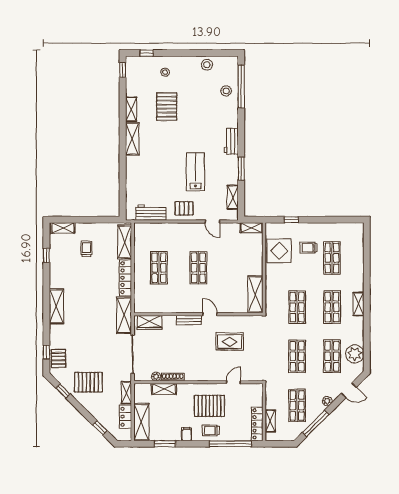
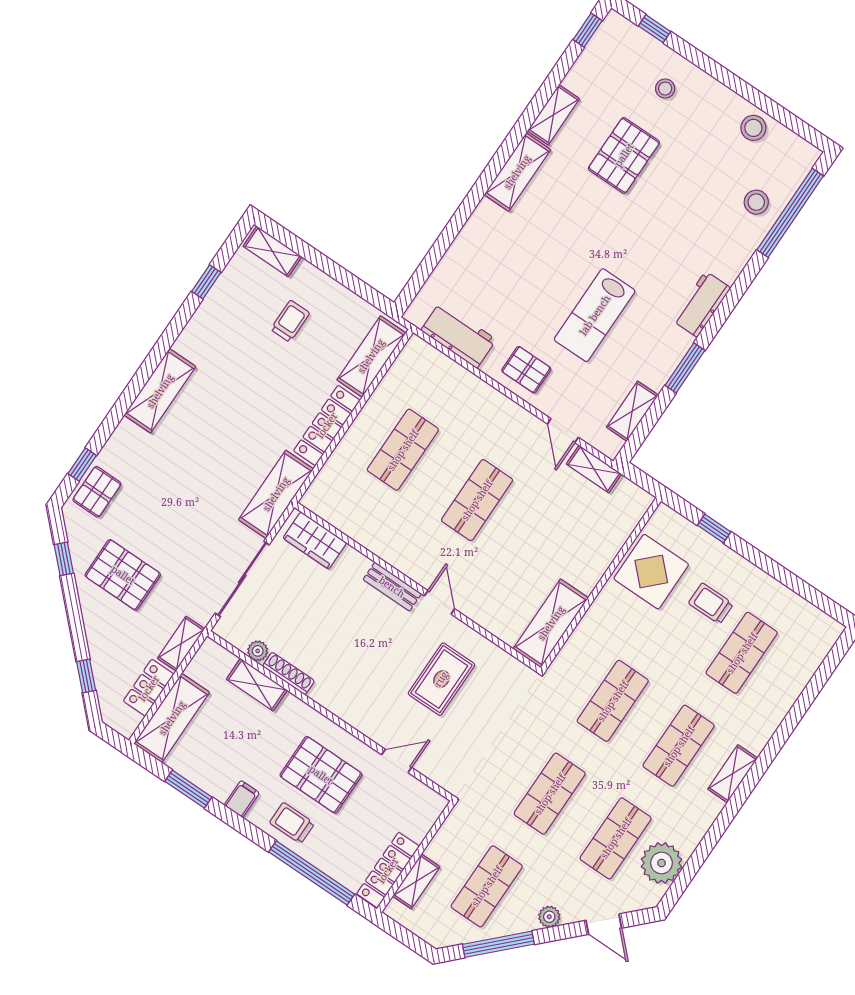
lab bench: (195, 172) -> (595, 315), turned 180
shelving: (252, 228) -> (594, 469), moved
rug: (230, 341) -> (441, 679), turned 90

